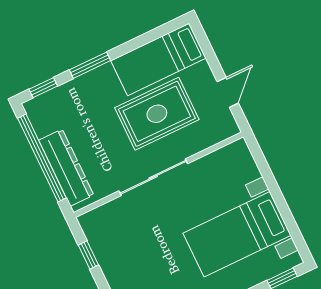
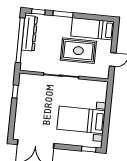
dresser: (66, 168) -> (30, 33), moved

